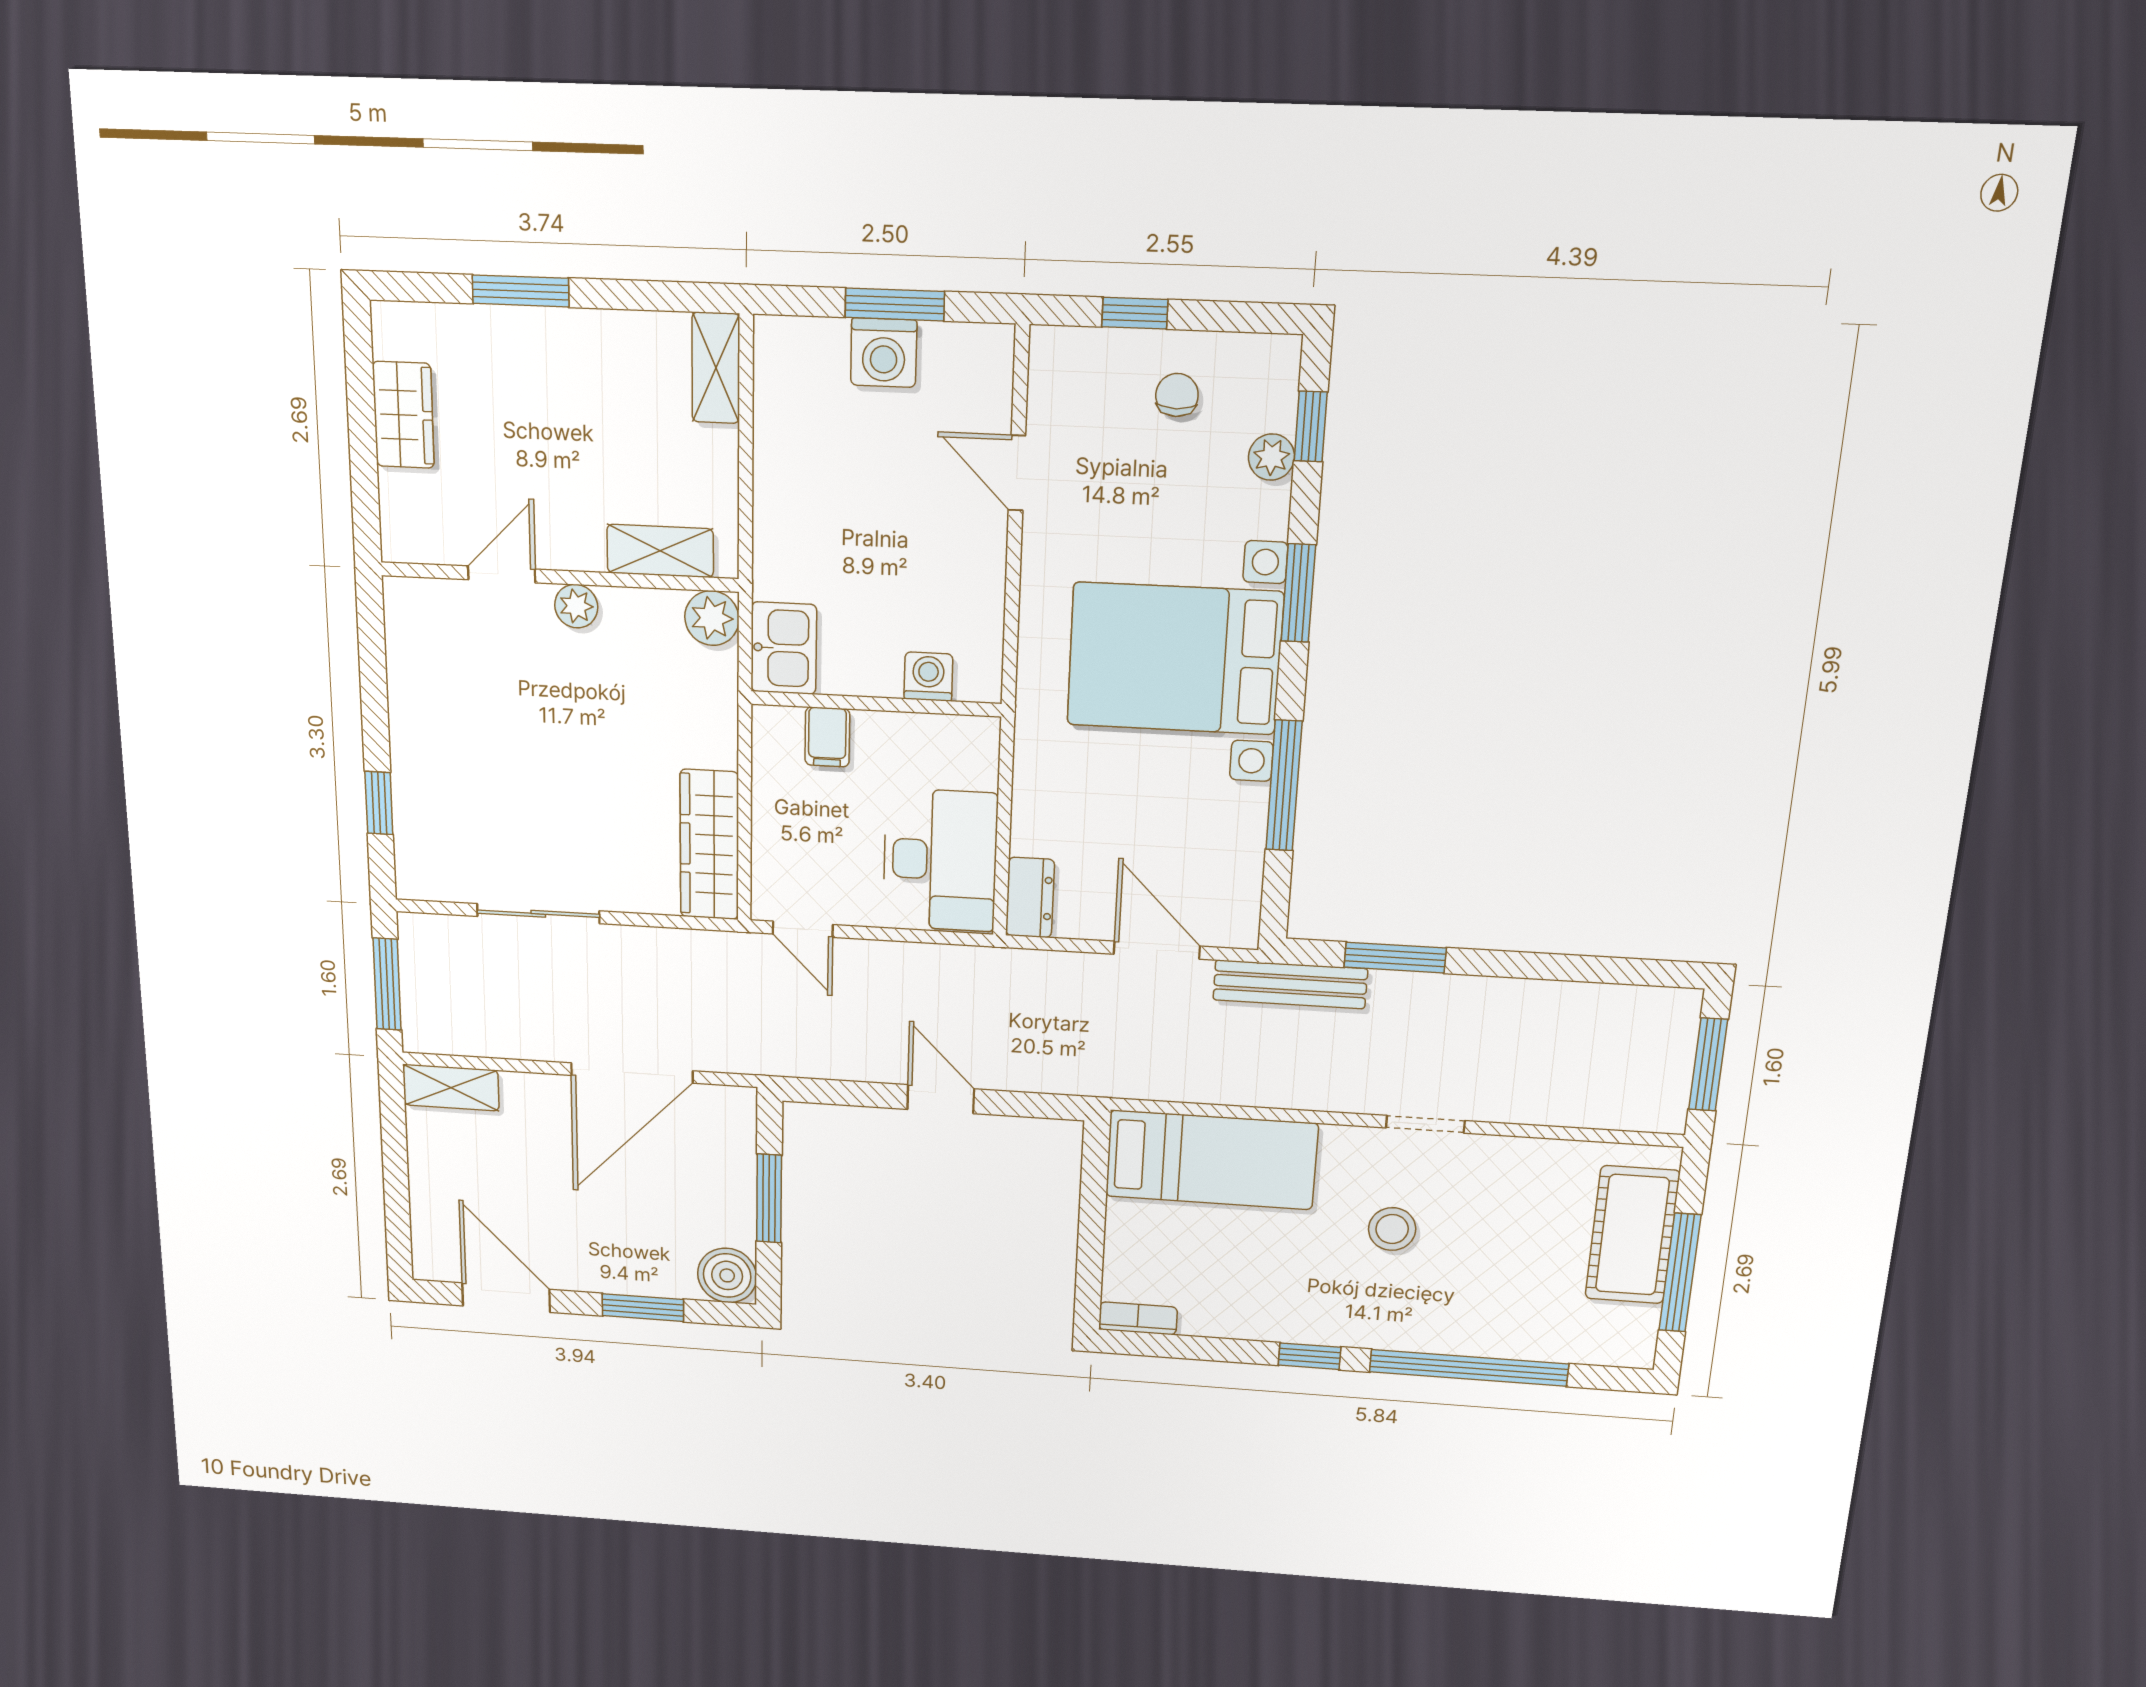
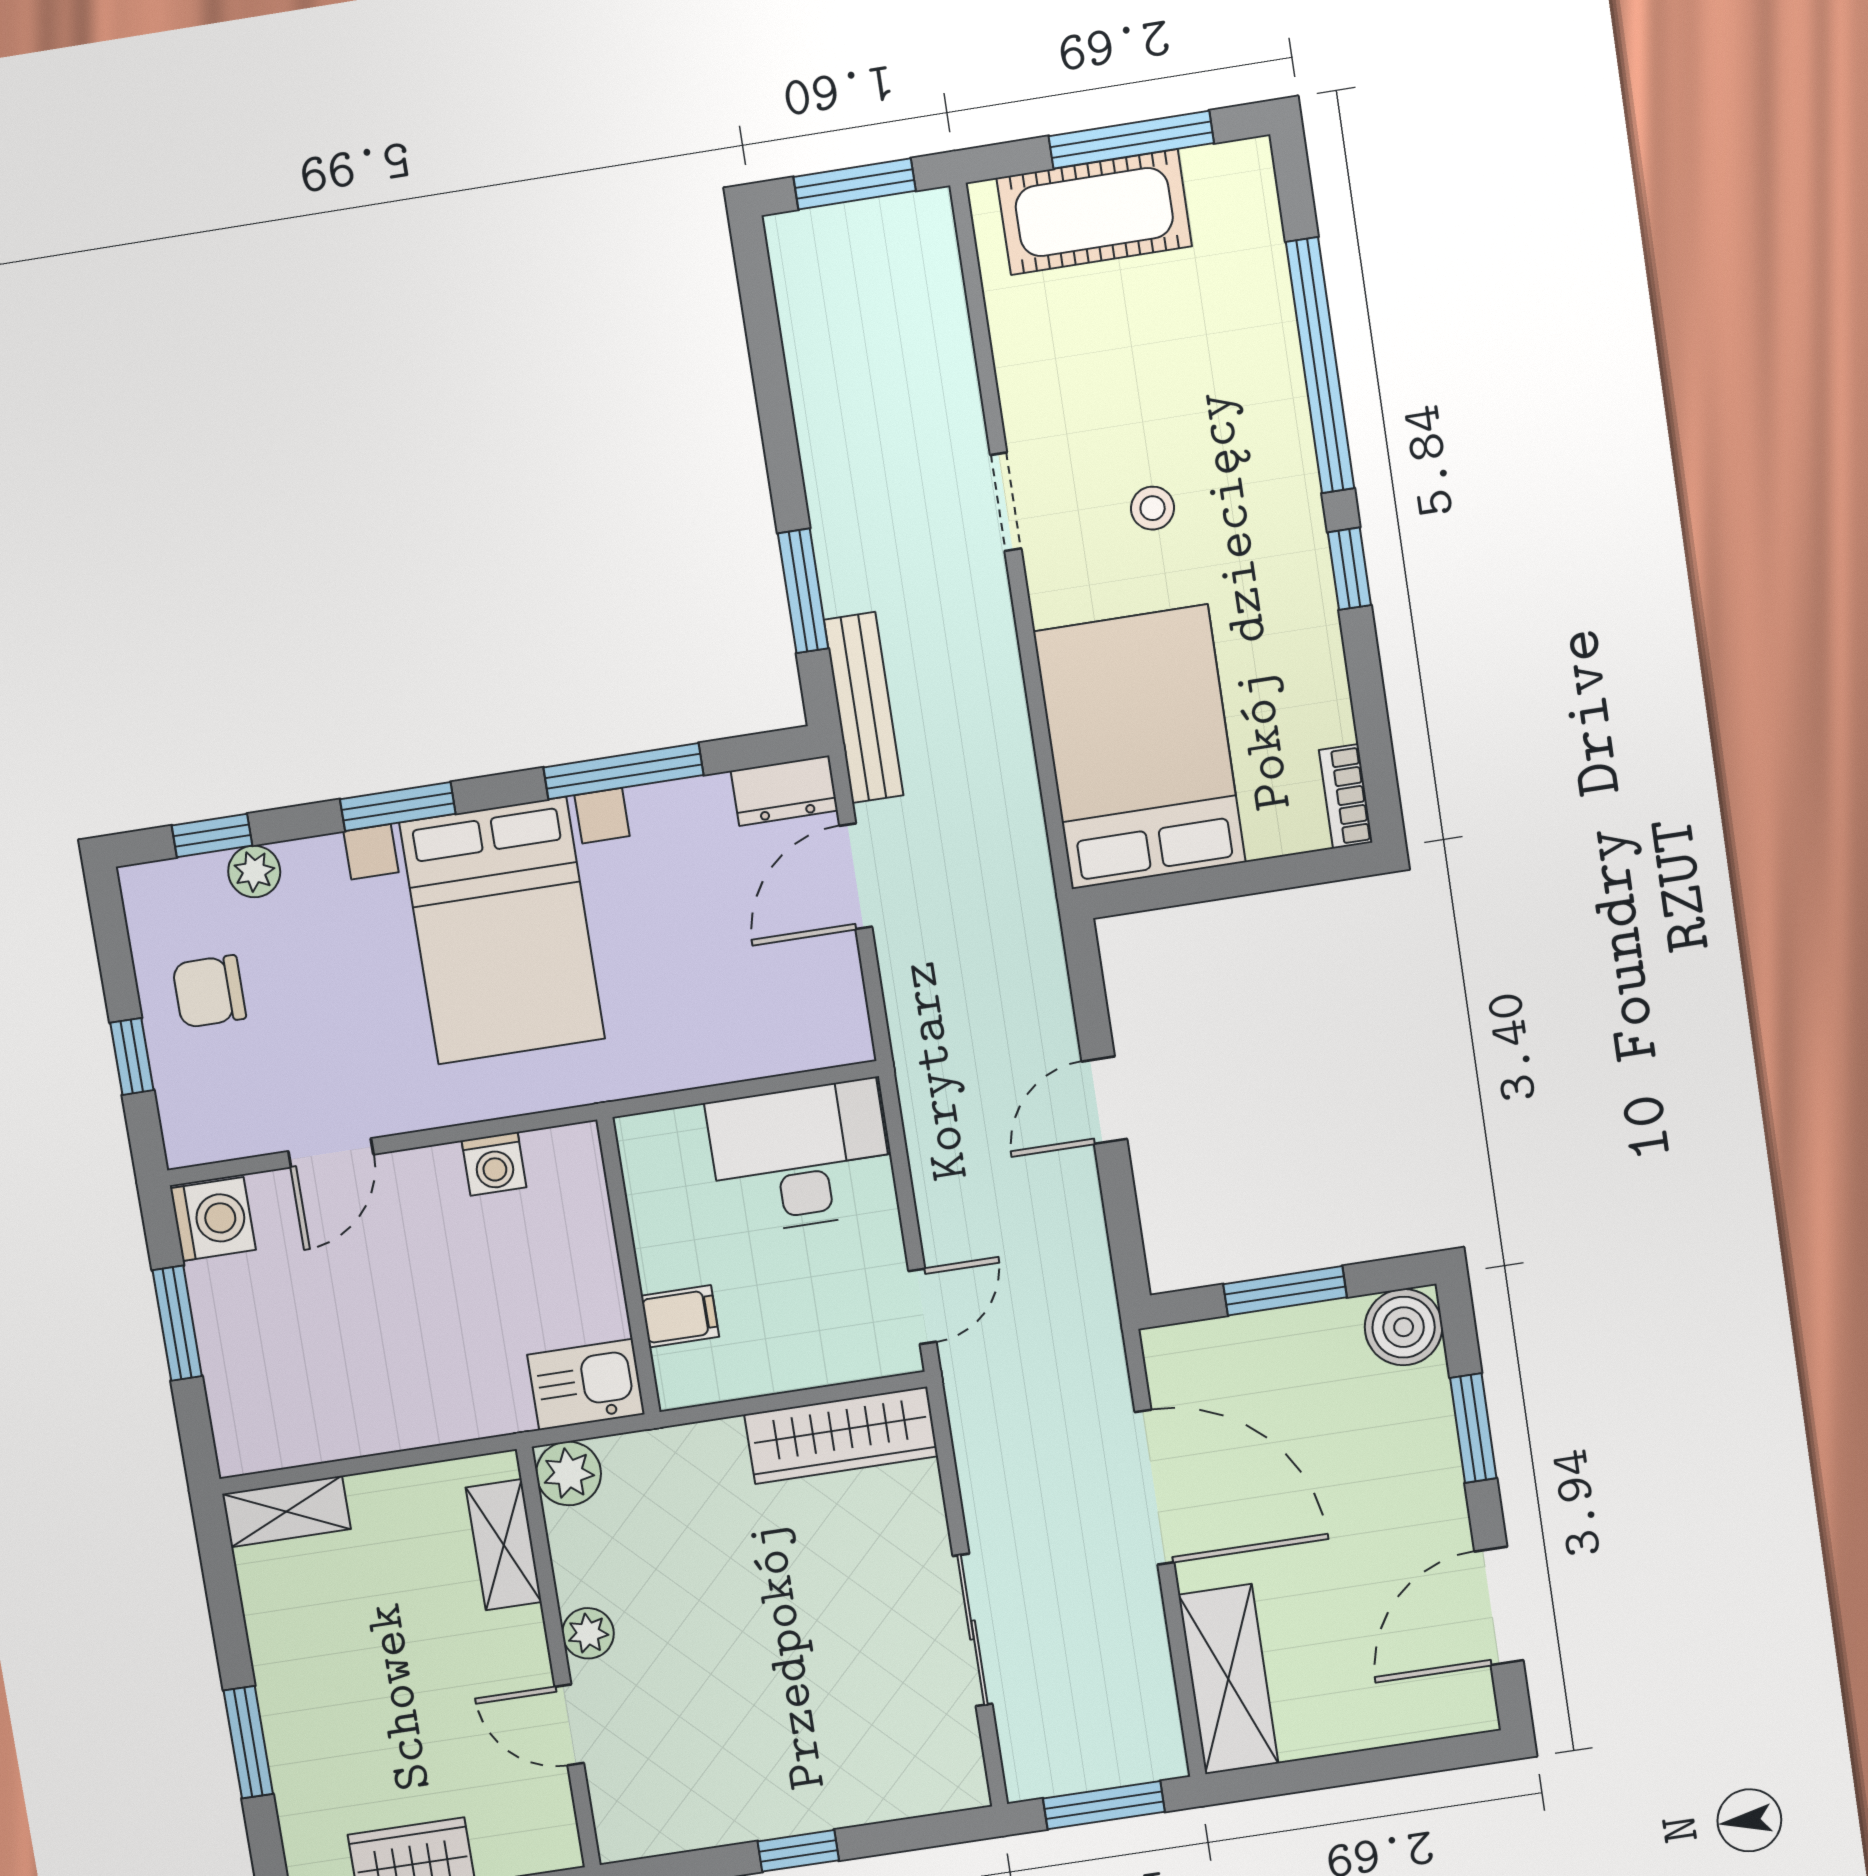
washing machine: (884, 353) -> (213, 1219), moved
chair: (1177, 395) -> (209, 991), width x1.37, depth x1.37
washing machine: (928, 677) -> (494, 1164), moved, turned -90
window: (379, 803) -> (798, 1851), moved
dresser: (1030, 898) -> (784, 791), moved, turned 180
shelving: (451, 1088) -> (1228, 1679), width x1.50, depth x1.33
bed: (1211, 1160) -> (1139, 747), width x1.50
stool: (1392, 1229) -> (1153, 508), width x0.73, depth x0.73

